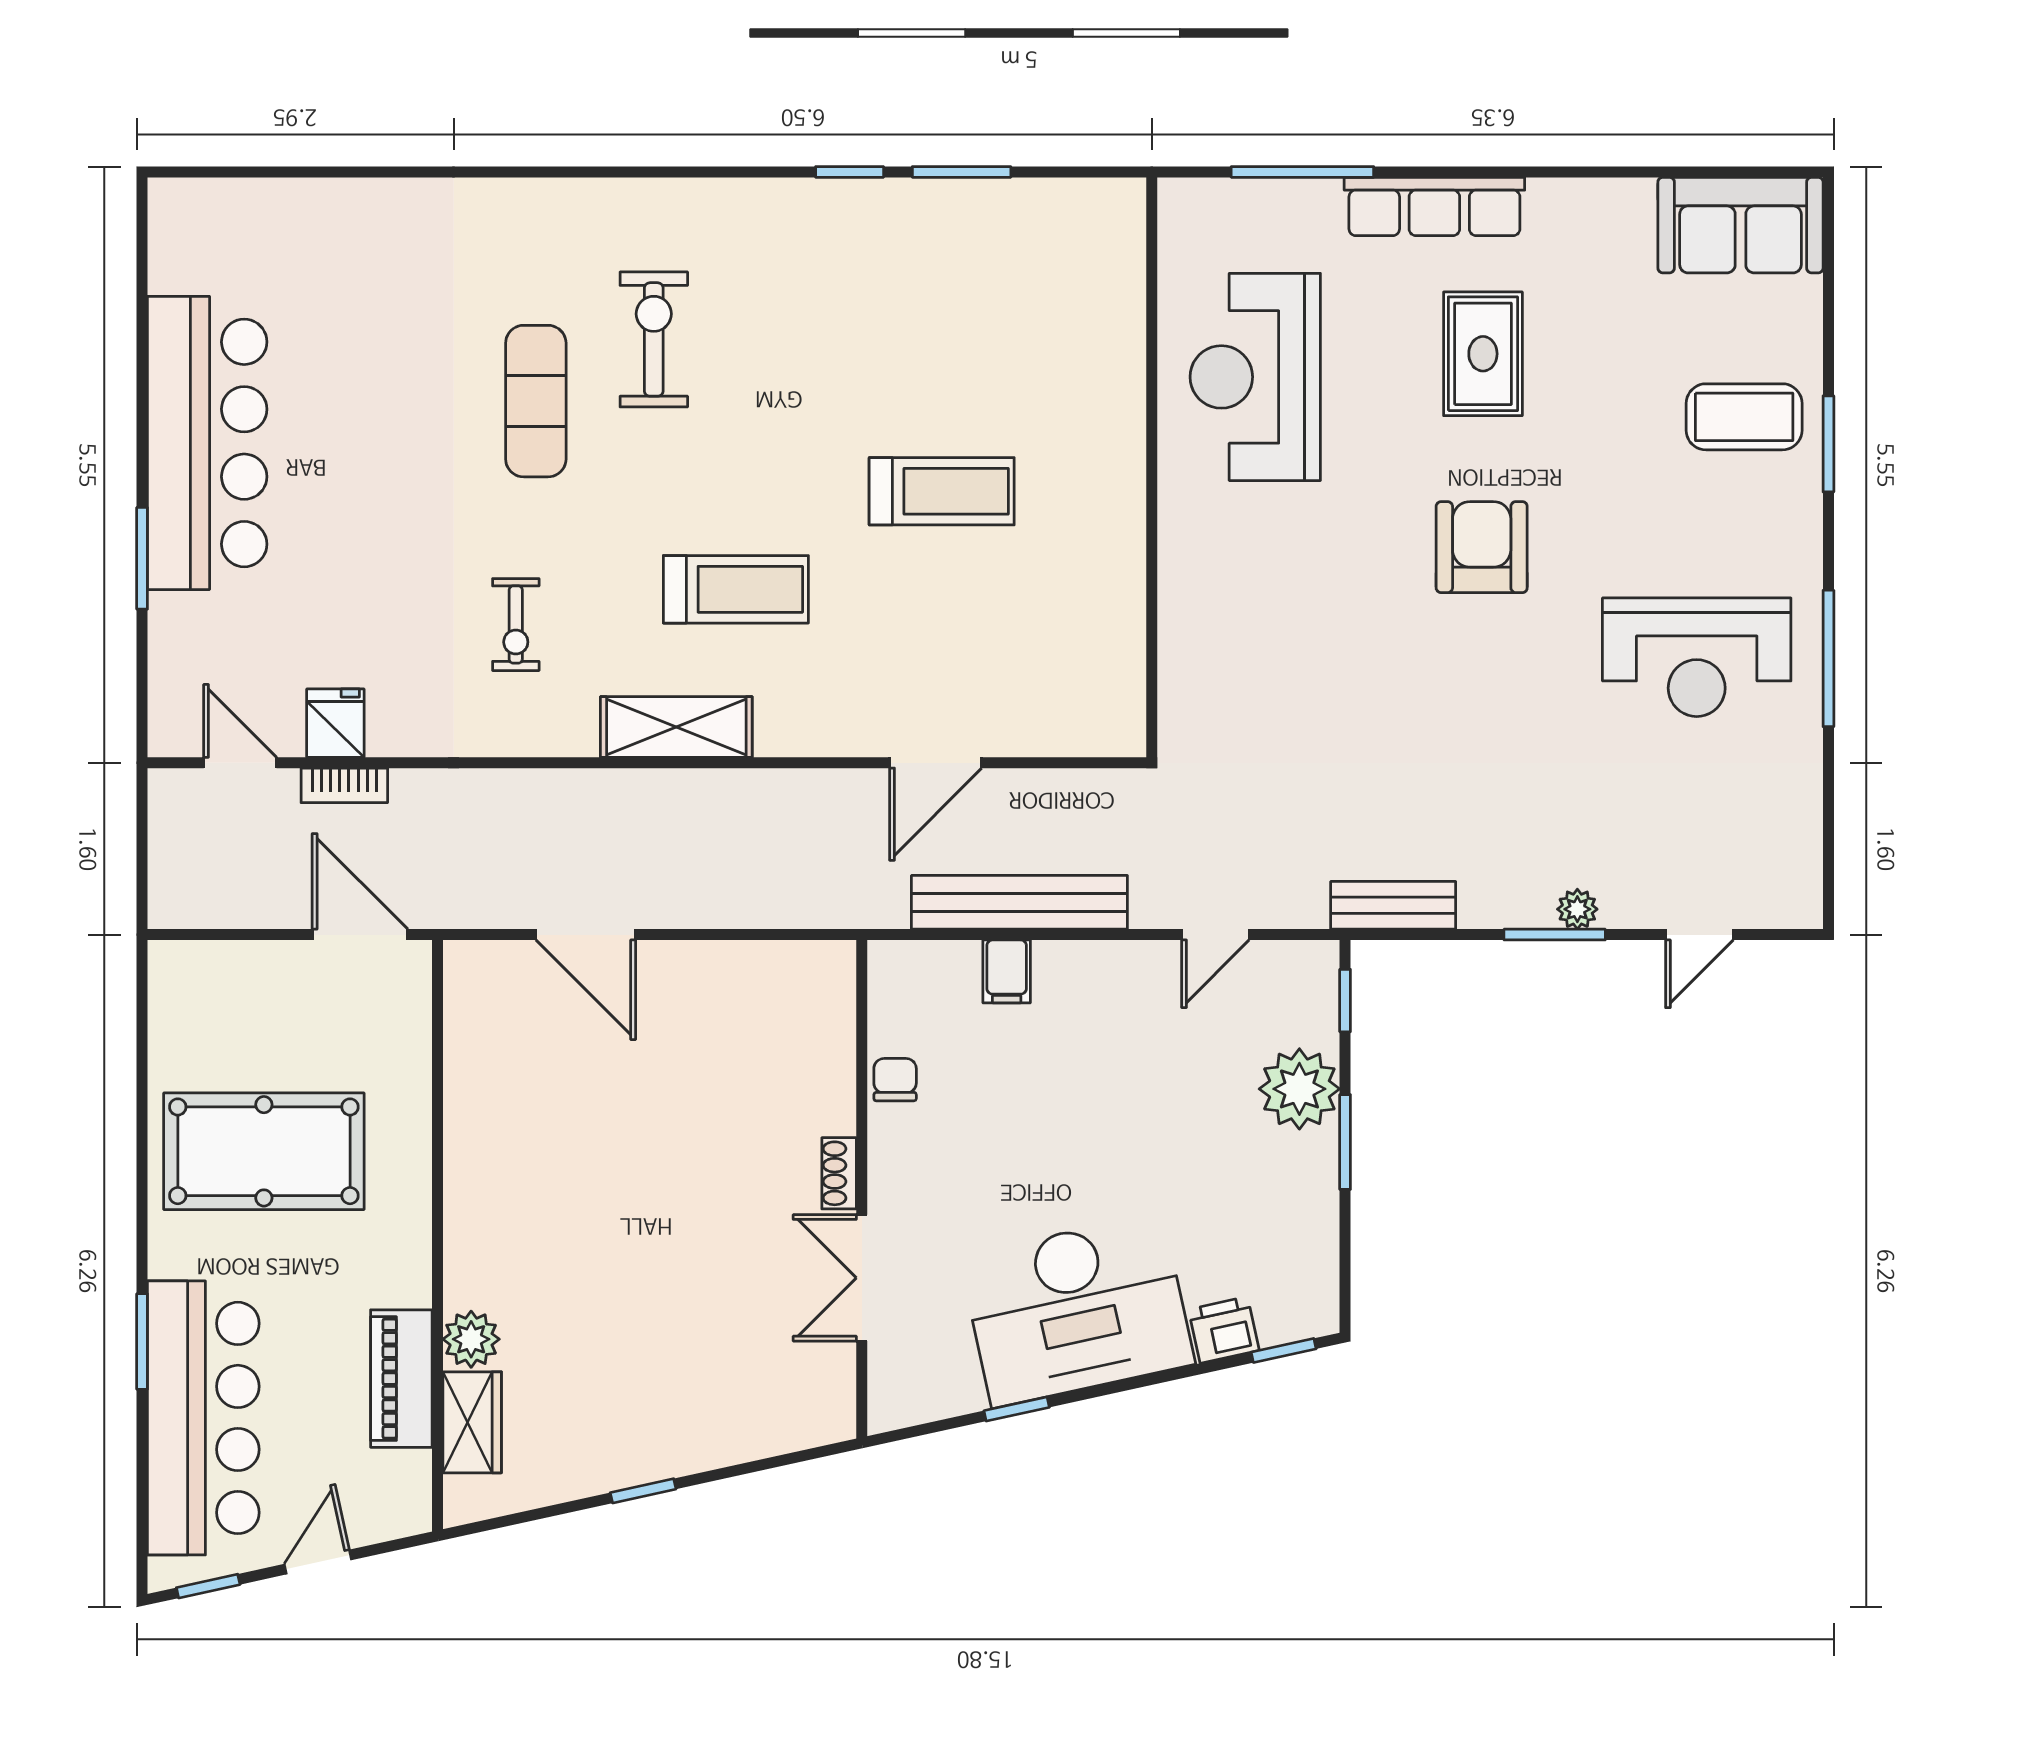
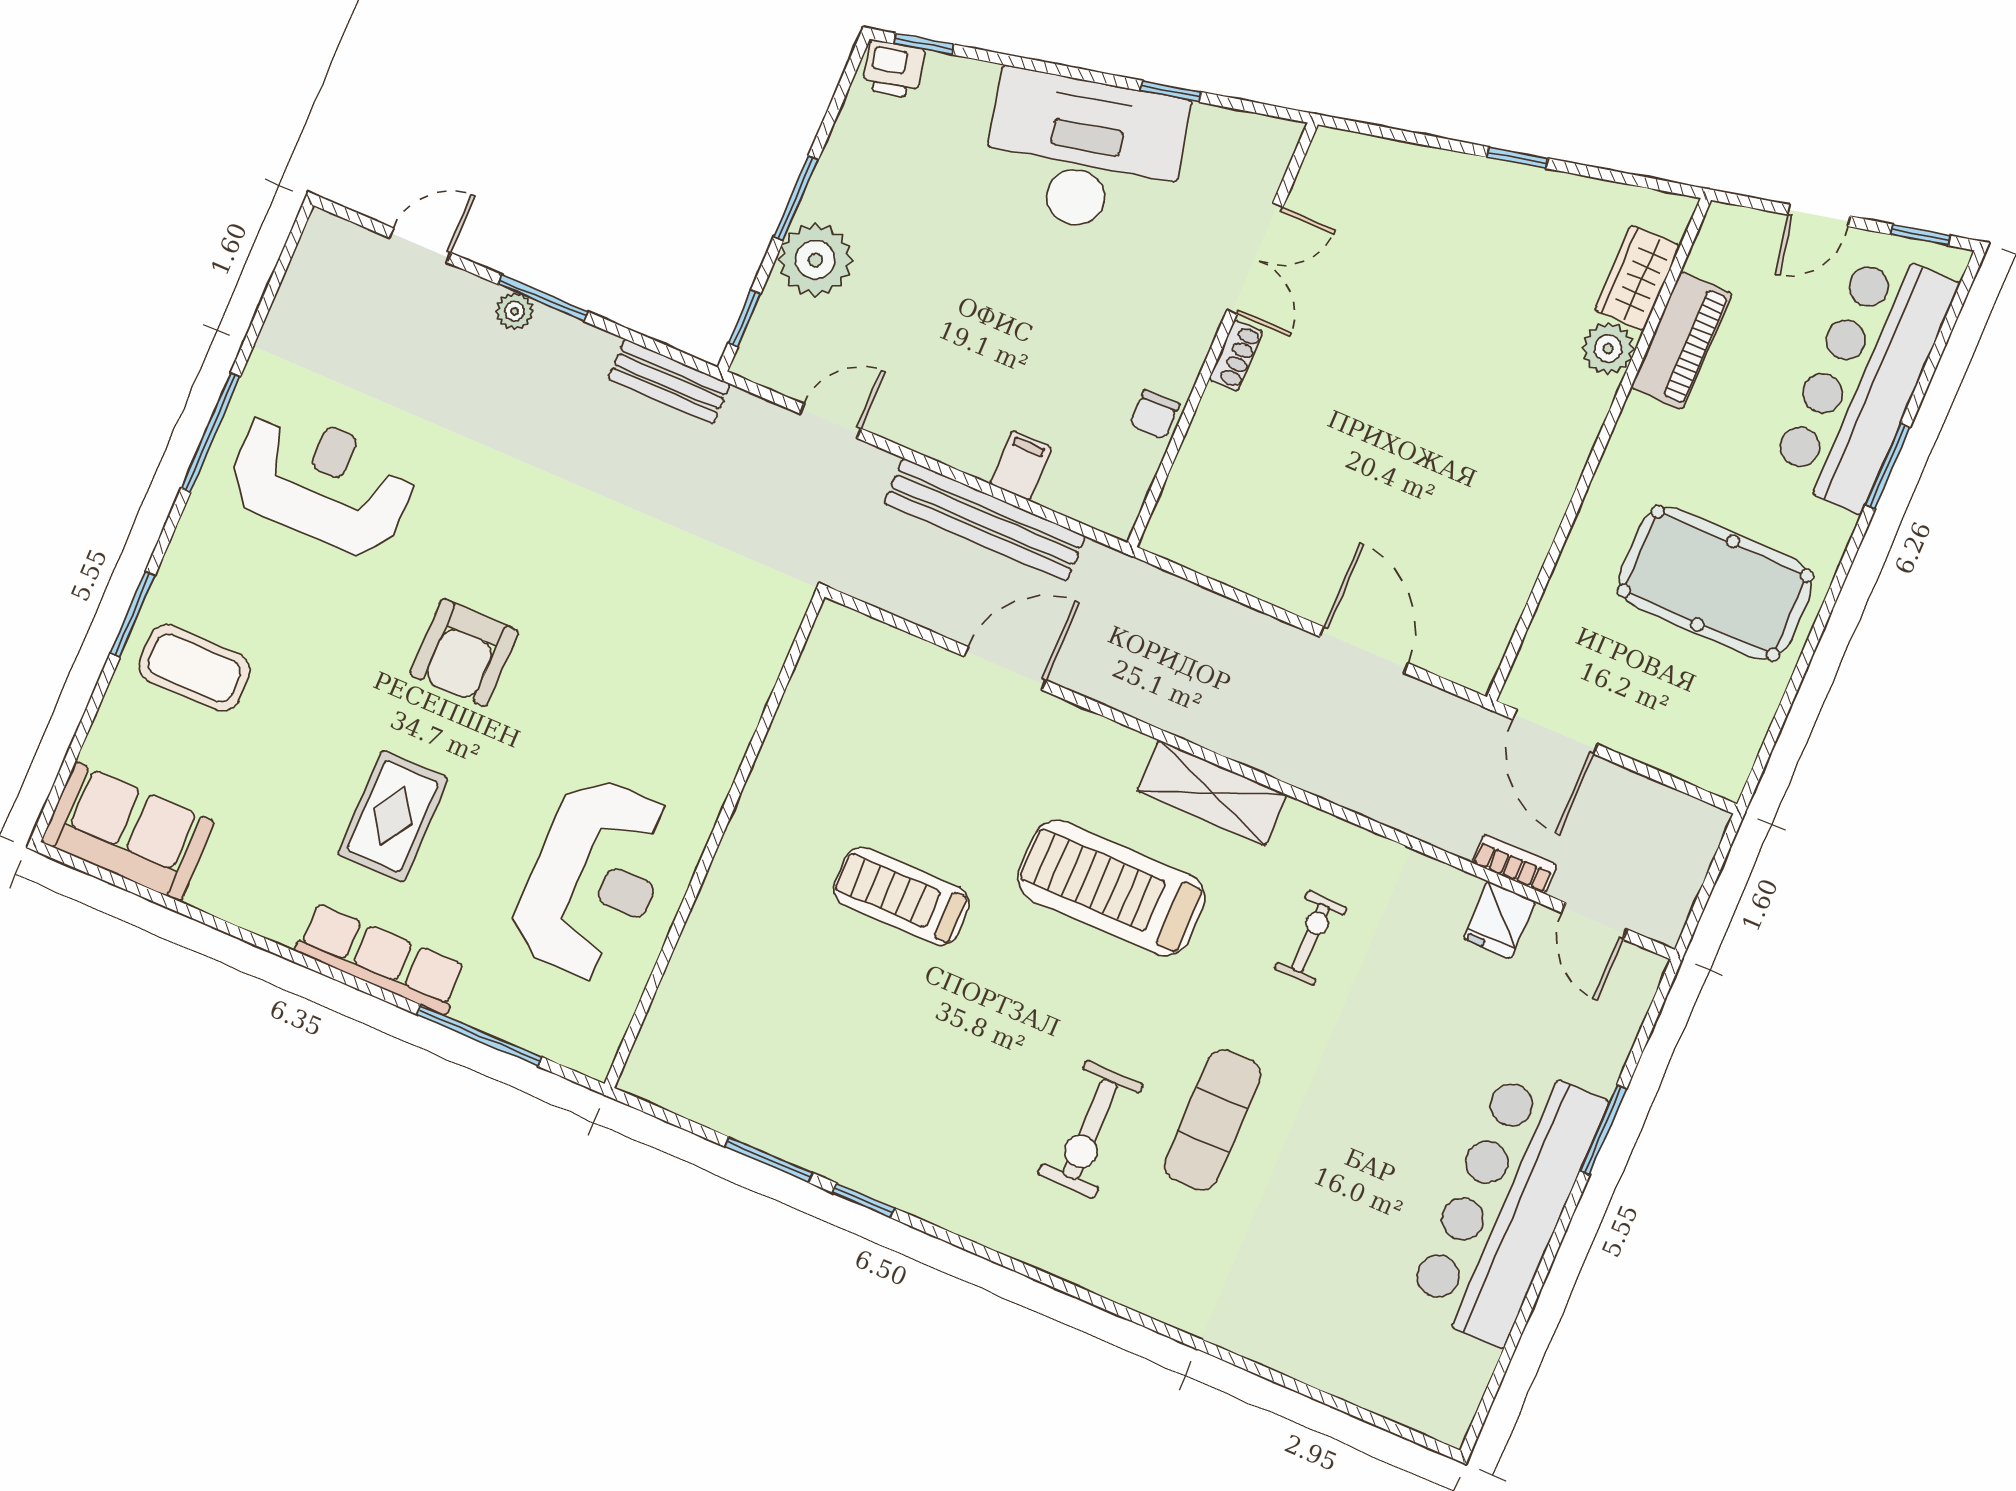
treadmill: (736, 589) -> (1111, 888), width x1.37, depth x1.38
printer: (1224, 1330) -> (893, 69), moved

